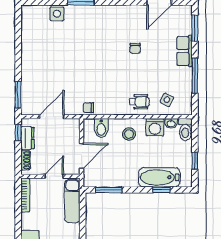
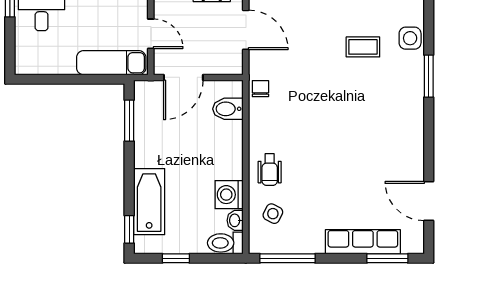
coffee table: (62, 43) -> (363, 47), added
chair: (135, 49) -> (355, 163), removed
row of seats: (184, 51) -> (363, 242), width x1.48
window: (195, 76) -> (288, 258), moved
stool: (129, 134) -> (218, 153), removed
door: (82, 156) -> (183, 77), hinge flipped
window: (161, 190) -> (129, 229), moved

